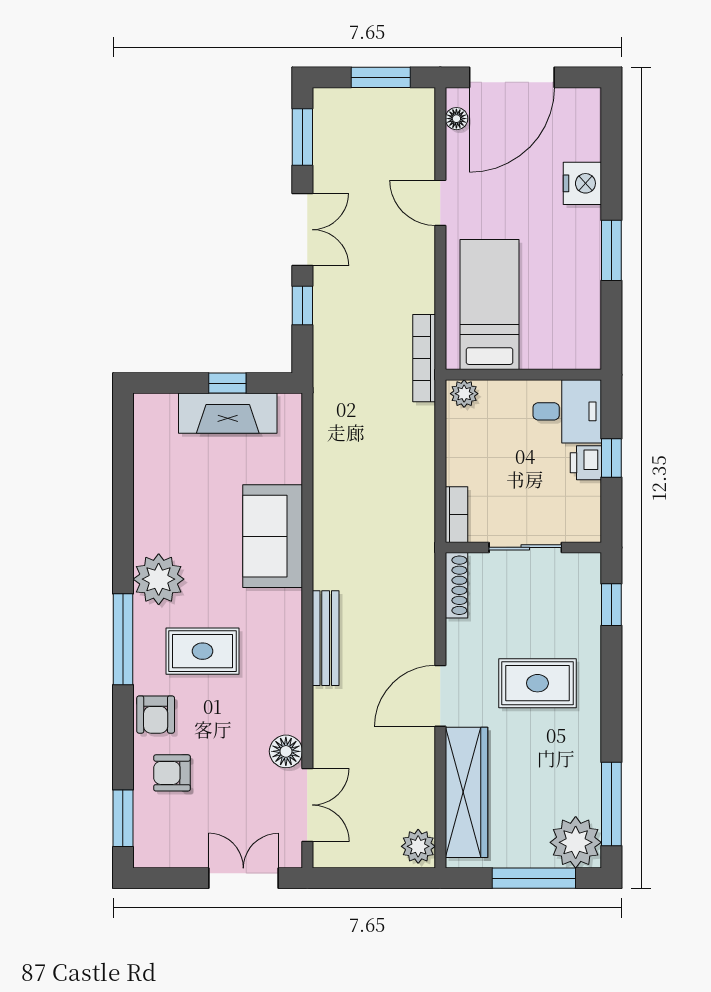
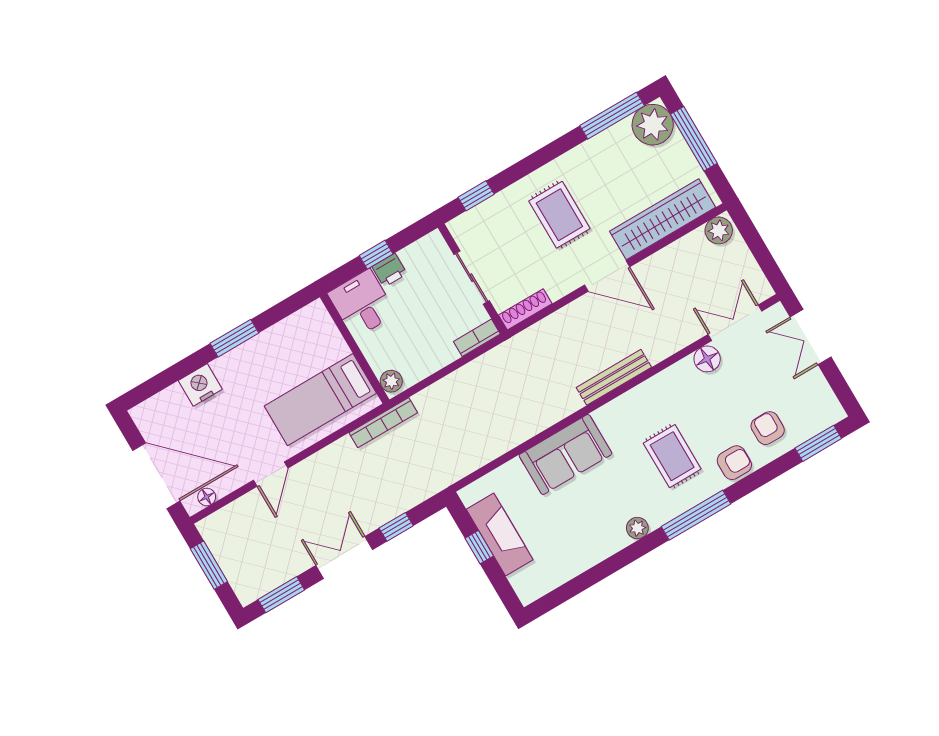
plant: (159, 579) -> (637, 528), width x0.53, depth x0.53
armchair: (172, 773) -> (768, 428), turned 180

